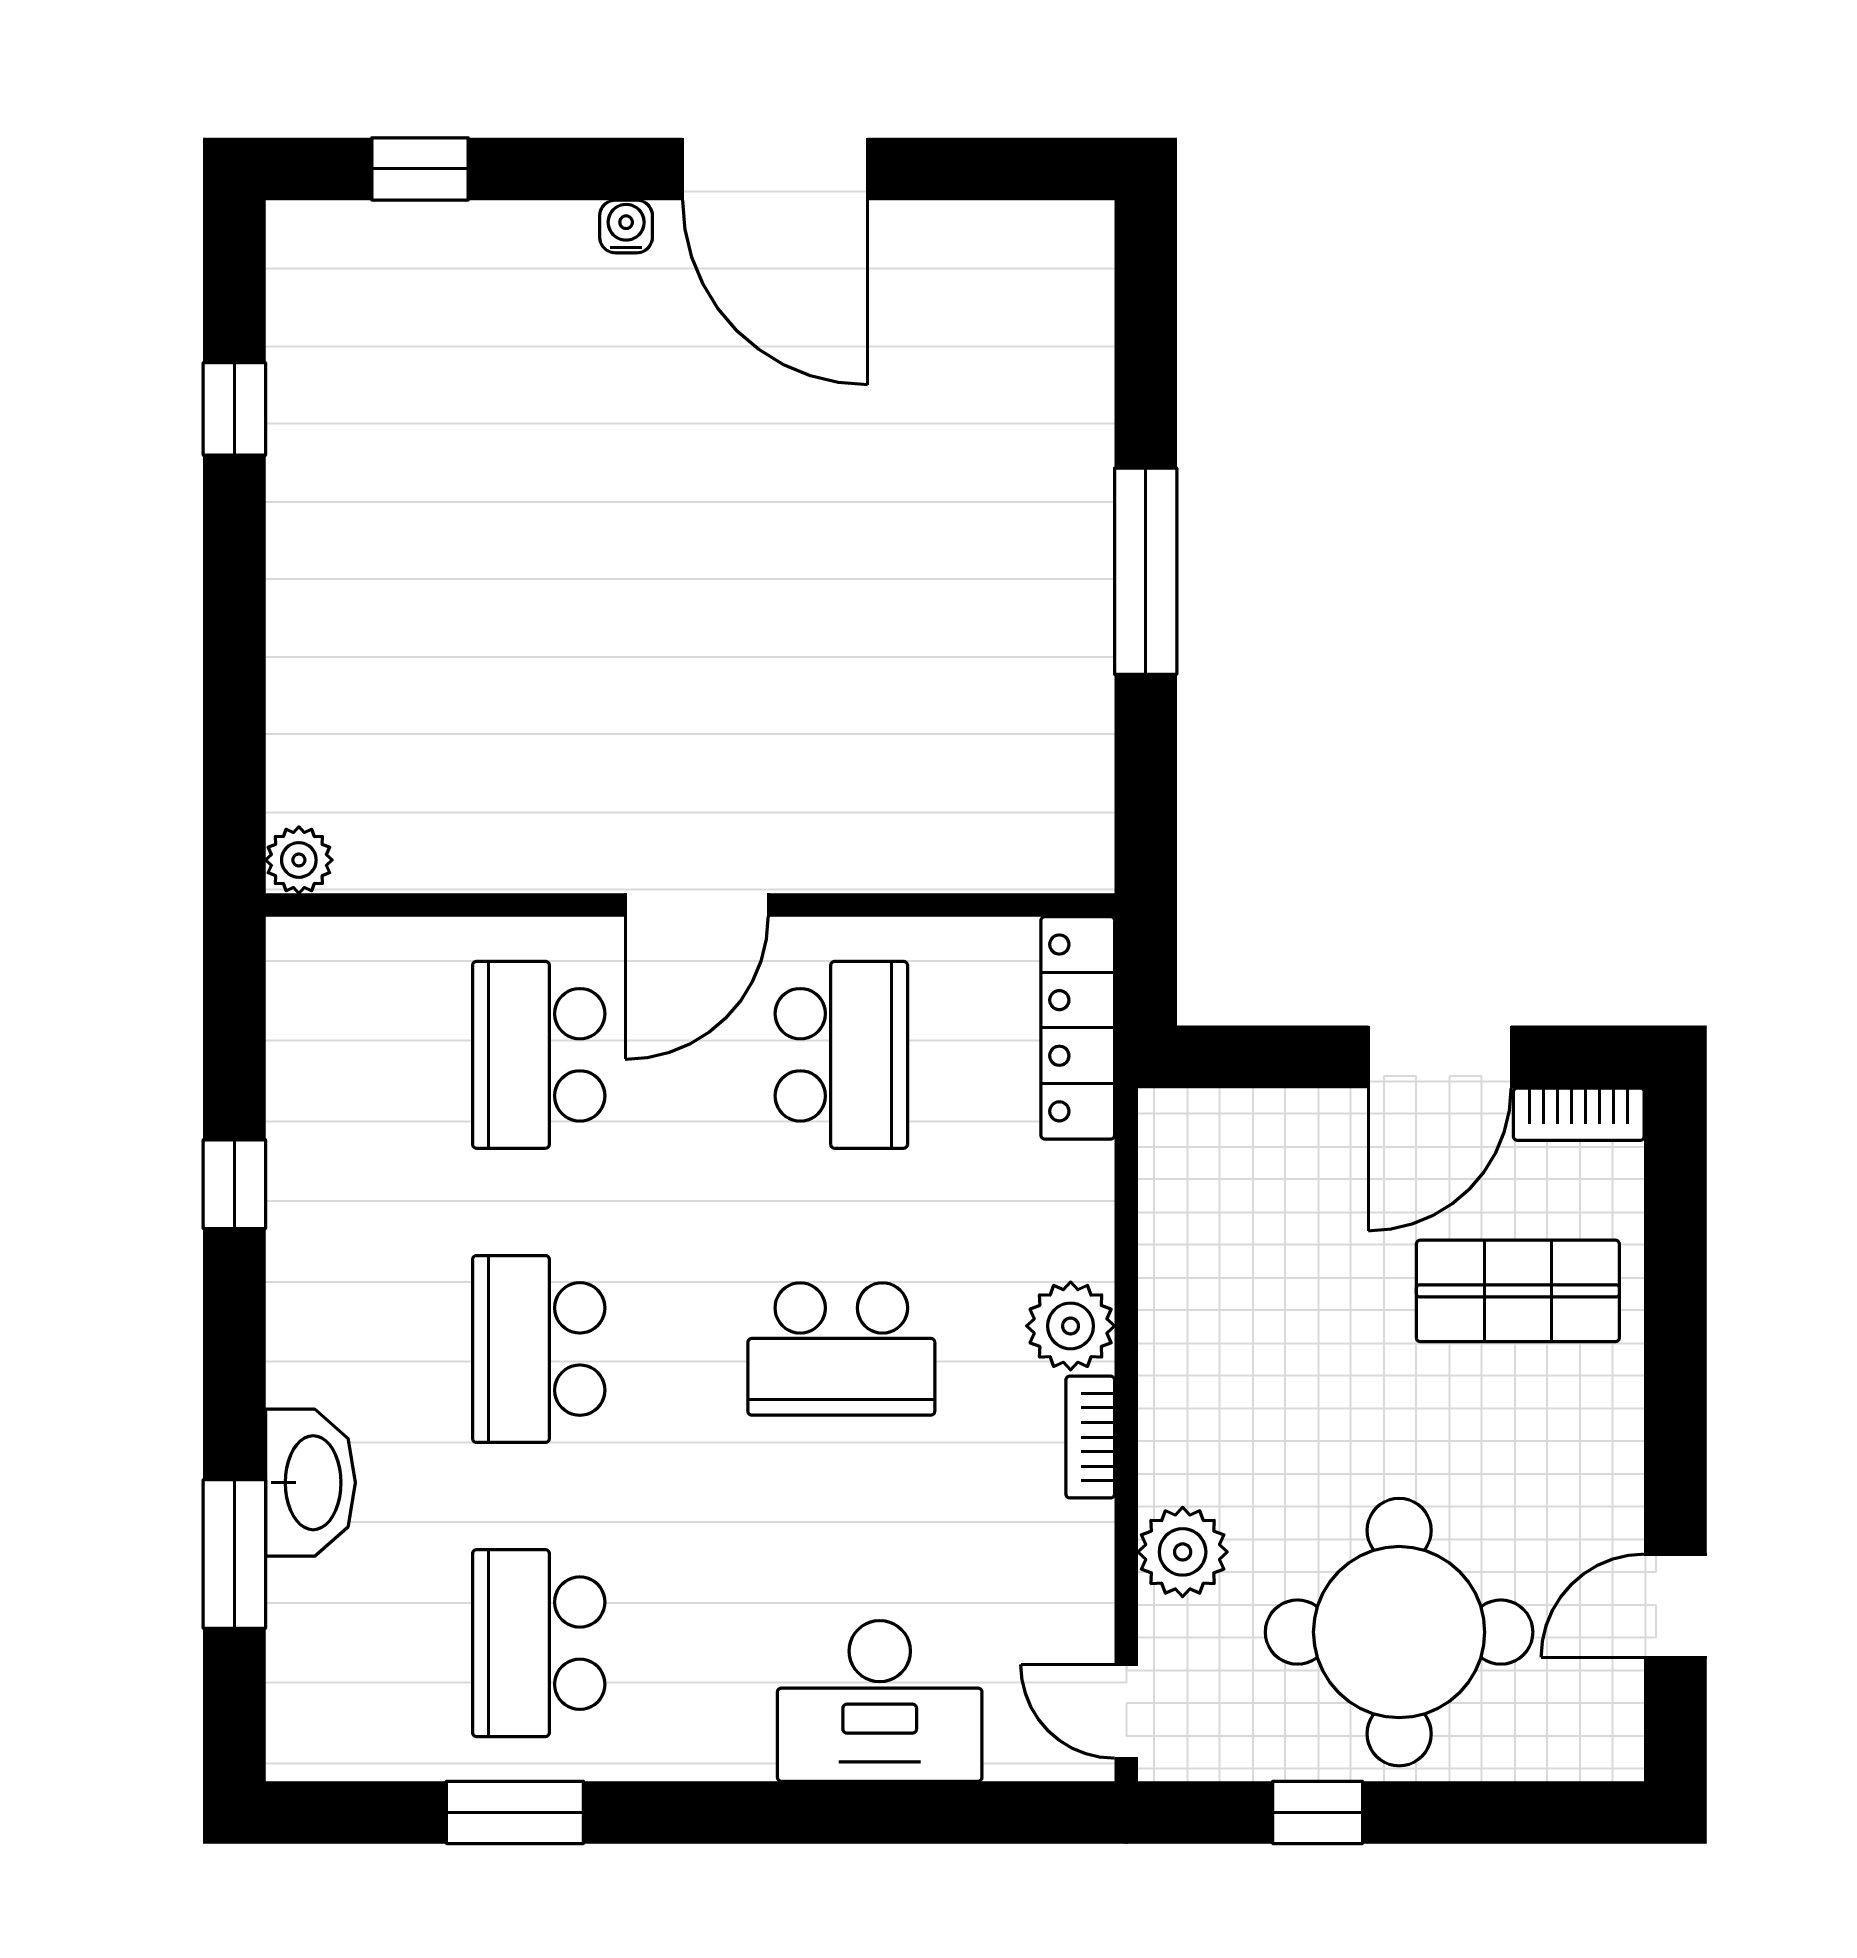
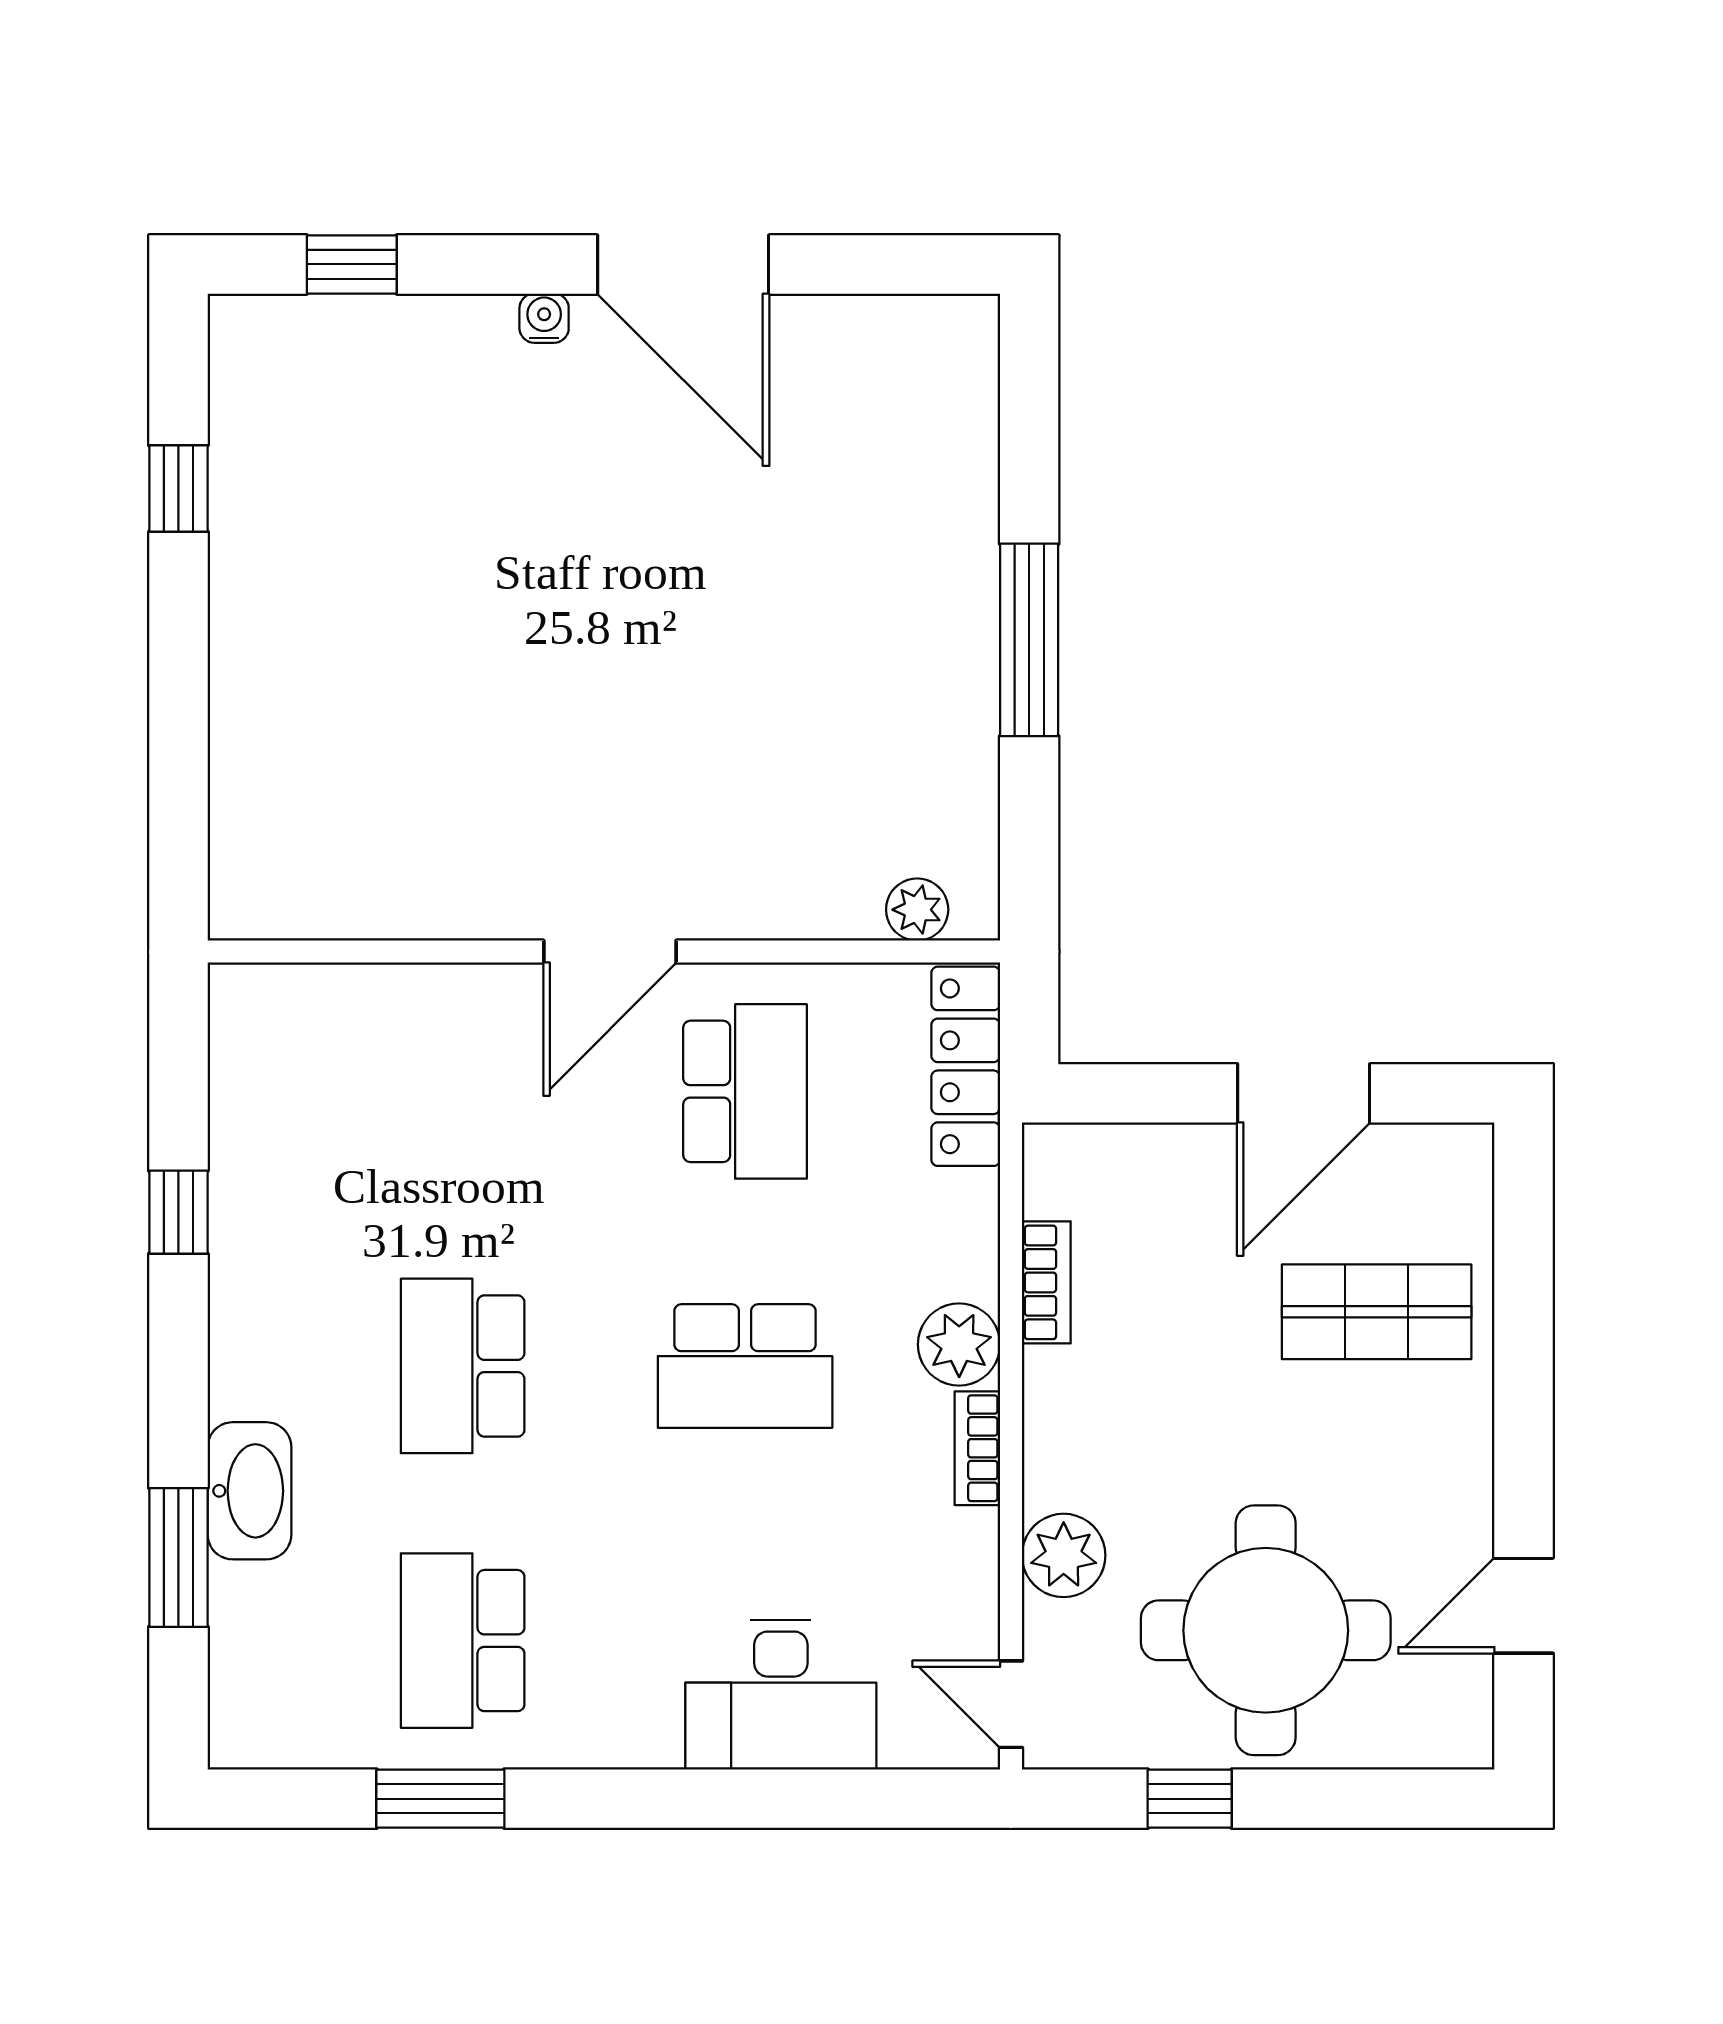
plant: (299, 860) -> (917, 910), moved
school desk: (539, 1055) -> (463, 1091), removed
bookcase: (1579, 1114) -> (1046, 1282), moved, turned -90

